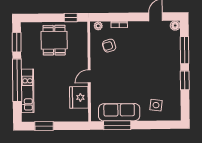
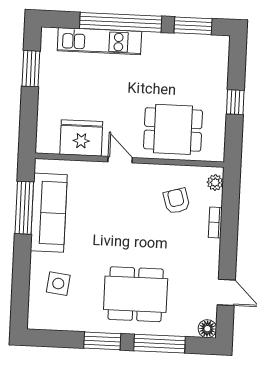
window: (71, 18) -> (235, 102), moved
dining table: (54, 40) -> (173, 129), moved
dining table: (159, 64) -> (136, 294), added

